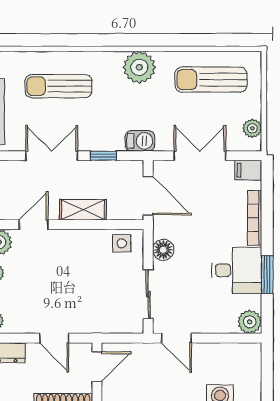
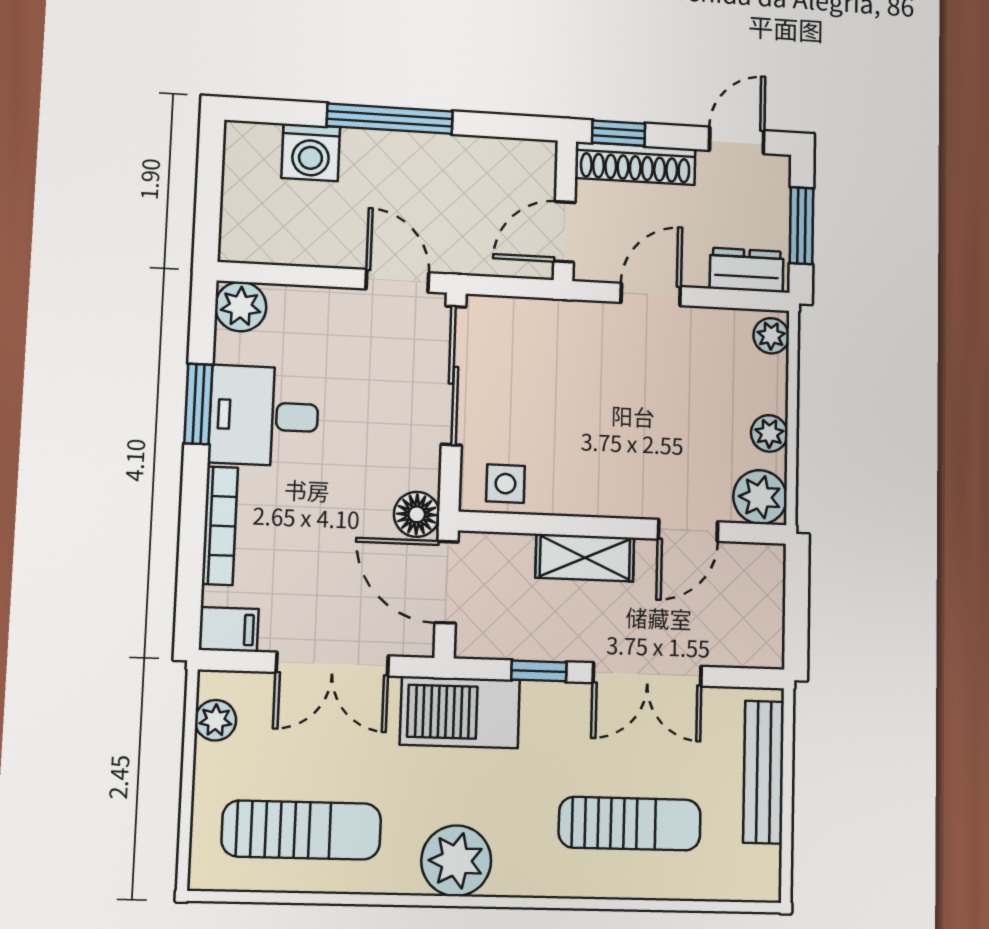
barbecue: (140, 141) -> (460, 712), width x1.88, depth x1.53
floor lamp: (163, 250) -> (417, 514), moved
sliding door: (148, 294) -> (454, 375), width x1.37
door: (54, 338) -> (651, 294), hinge flipped

